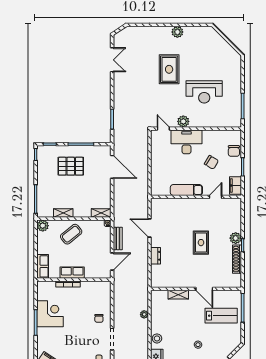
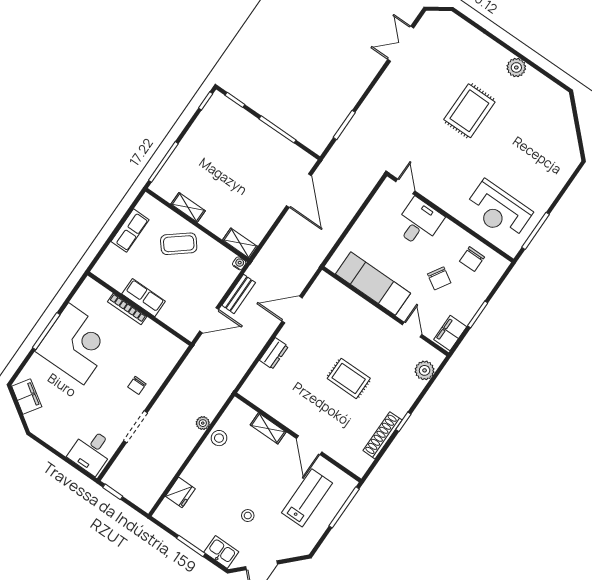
double door: (112, 60) -> (401, 44), swing flipped
reception desk: (204, 92) -> (498, 210), moved
plant: (183, 121) -> (439, 196), removed
desk: (186, 142) -> (419, 223), width x0.73
chair: (234, 151) -> (472, 259), moved
pallet: (71, 166) -> (243, 150), removed
exam couch: (186, 190) -> (373, 284), width x1.36, depth x1.45
door: (216, 197) -> (412, 330), hinge flipped
plant: (43, 226) -> (148, 205), removed
door: (150, 228) -> (292, 310), hinge flipped
plant: (236, 238) -> (425, 370), moved
rug: (201, 243) -> (349, 378), turned 90
row of seats: (43, 266) -> (130, 231), moved
corner desk: (50, 314) -> (76, 344), width x1.36, depth x1.36
lab bench: (221, 316) -> (307, 498), turned -90
stool: (157, 338) -> (219, 438), moved

